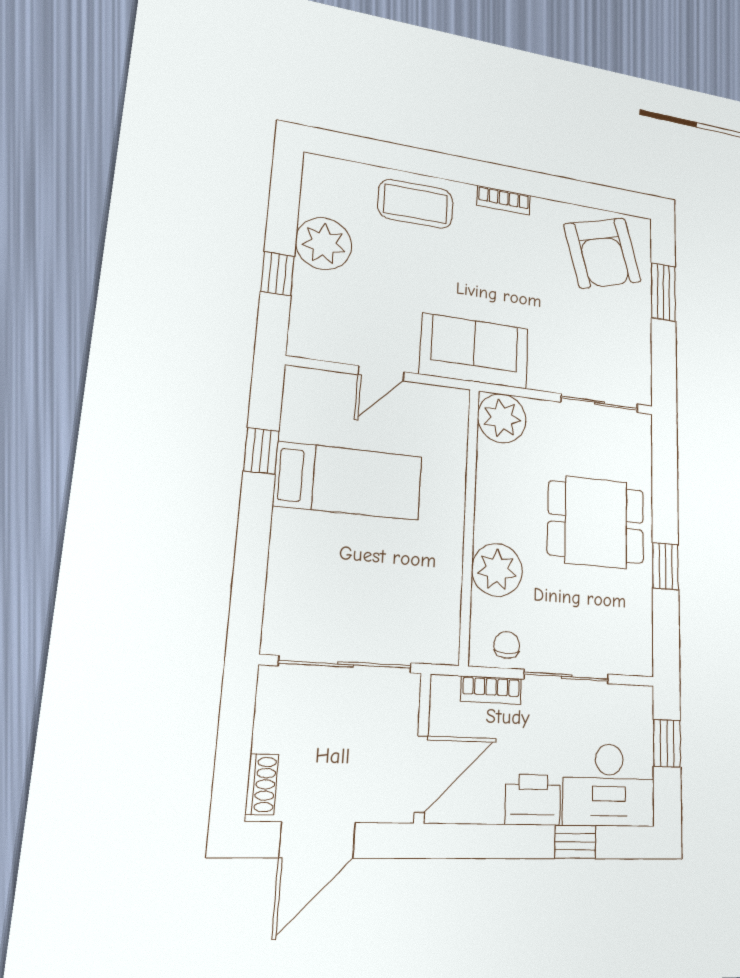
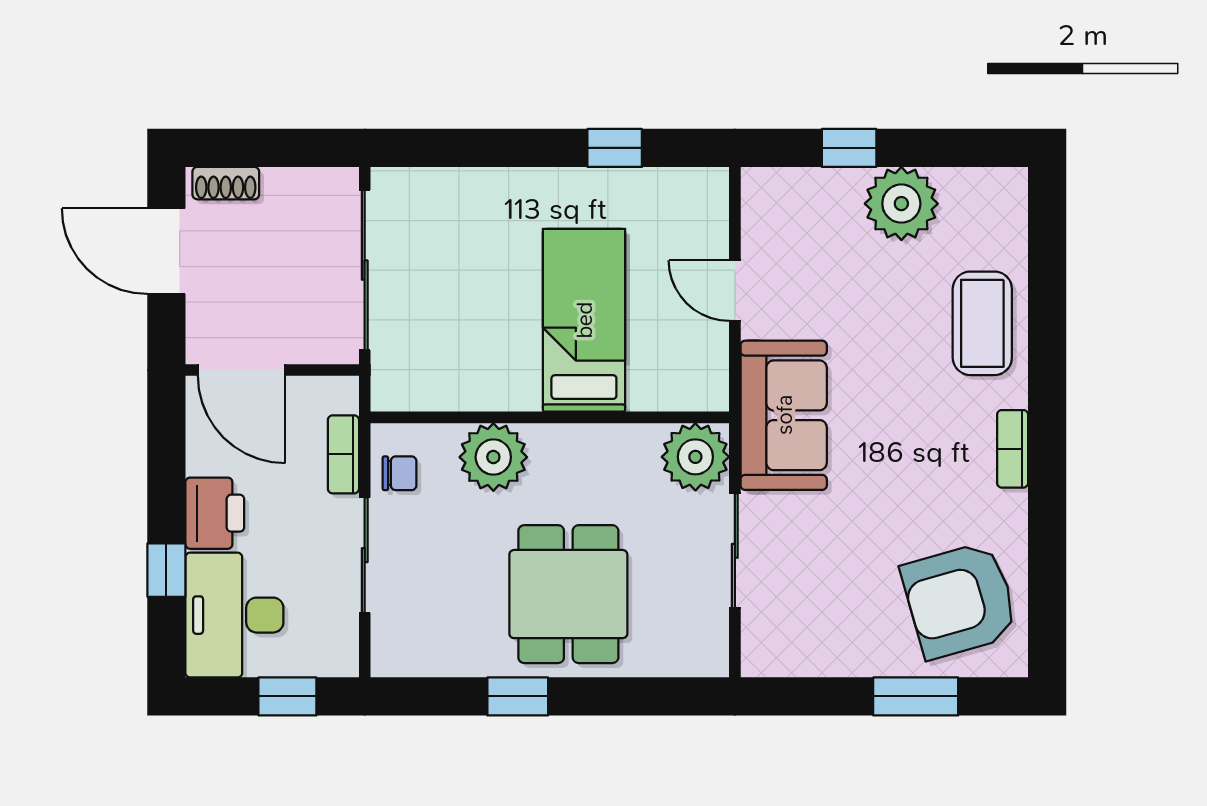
sliding door: (600, 403) -> (735, 551), moved
bed: (349, 481) -> (584, 320), moved, turned 180

